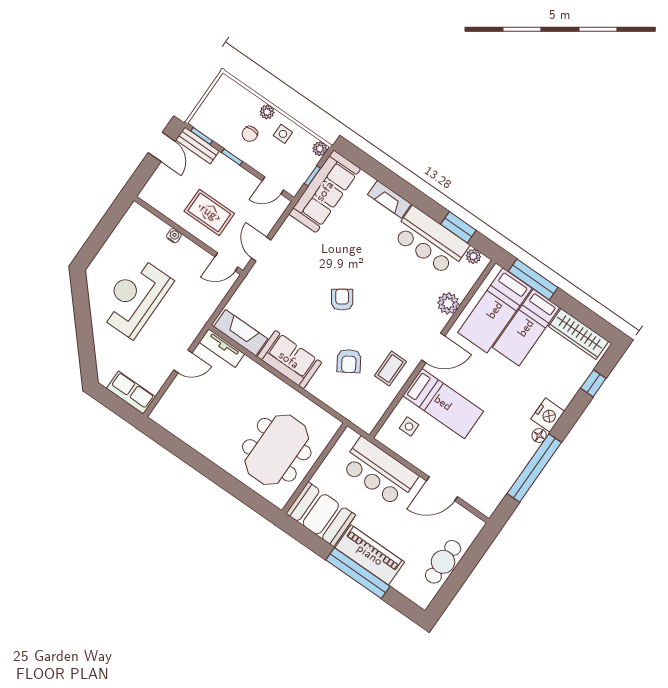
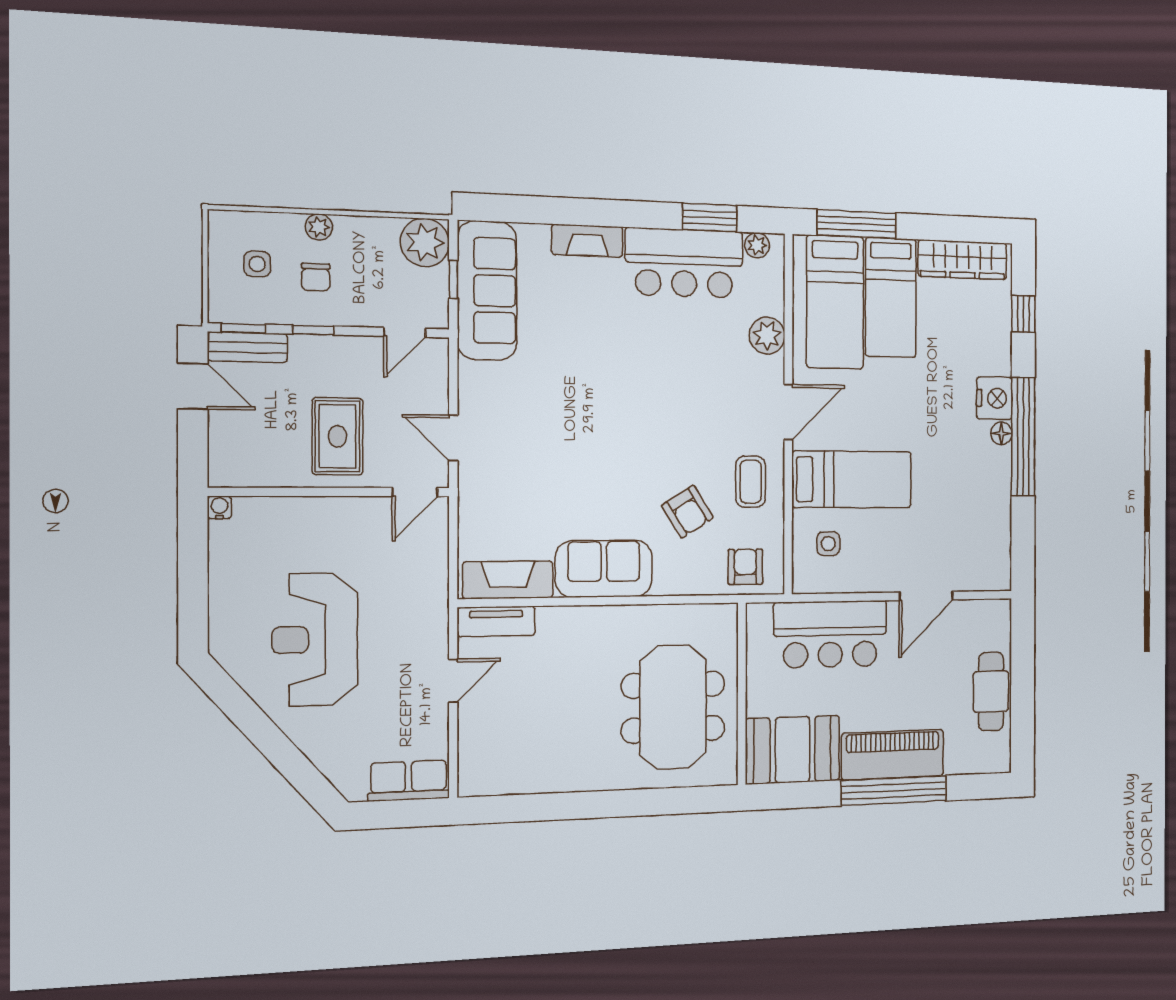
side table: (283, 134) -> (257, 264), moved
plant: (320, 149) -> (425, 243), width x1.87, depth x1.87
rug: (209, 212) -> (337, 436), turned 90
water cooler: (174, 236) -> (219, 507), moved
armchair: (342, 300) -> (745, 567), moved, turned 35
window: (534, 468) -> (1023, 437), moved

